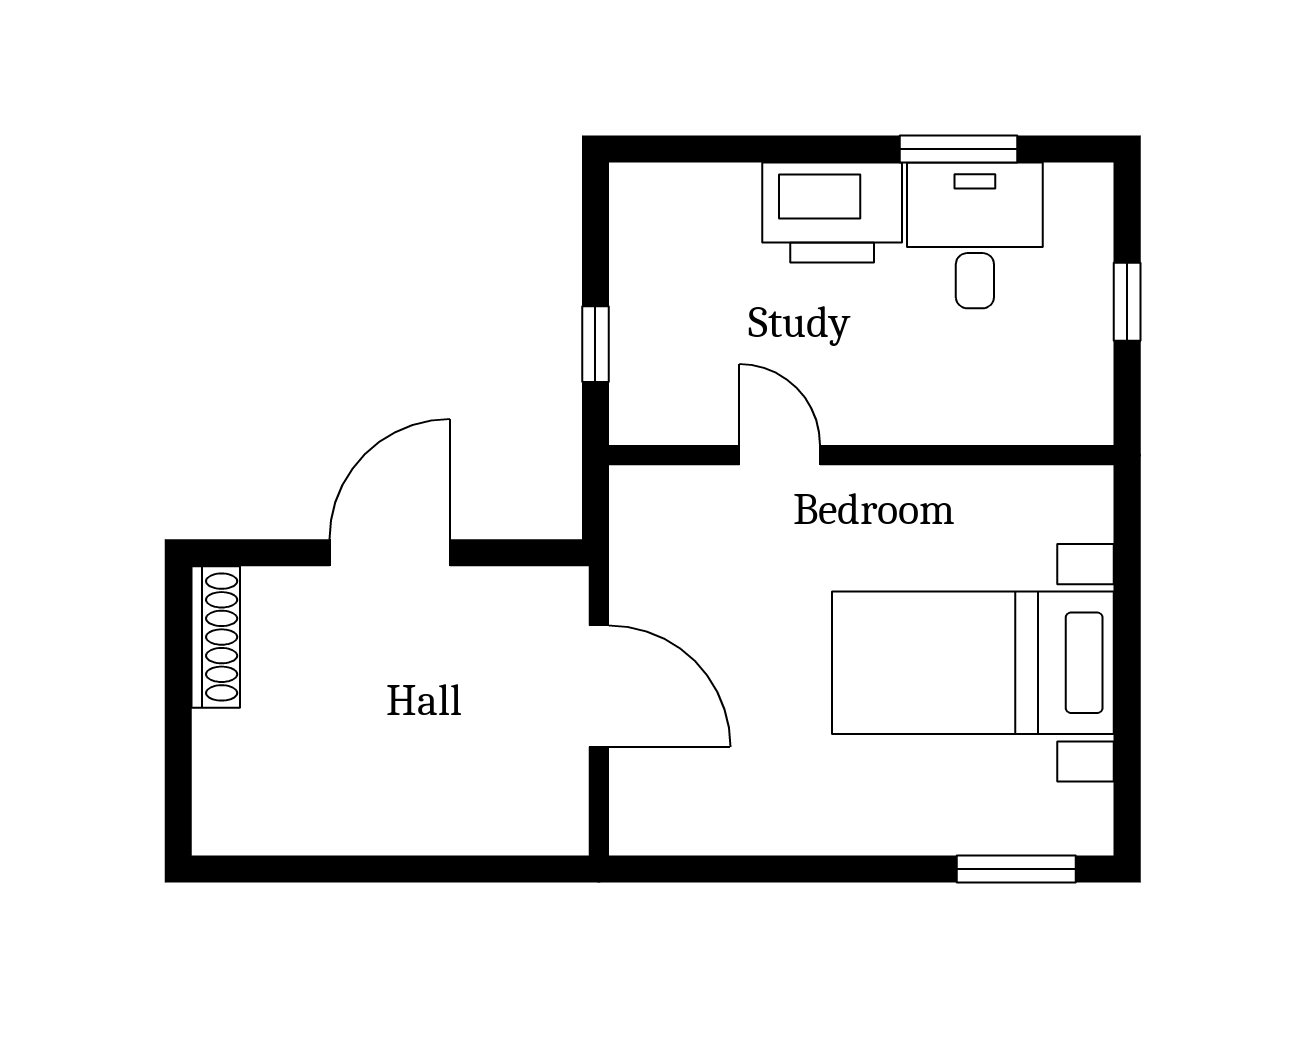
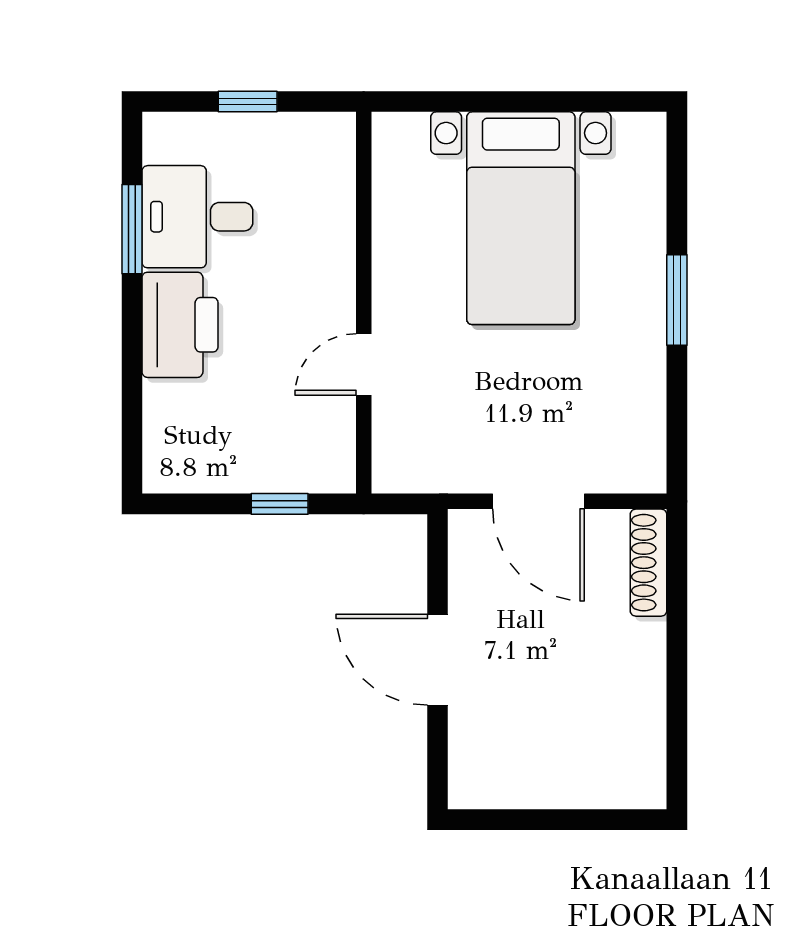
shoe rack: (216, 637) -> (648, 563), moved, turned -90
door: (599, 686) -> (539, 501), swing flipped
window: (1016, 869) -> (677, 300), moved

